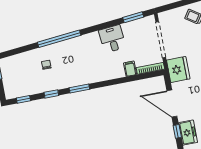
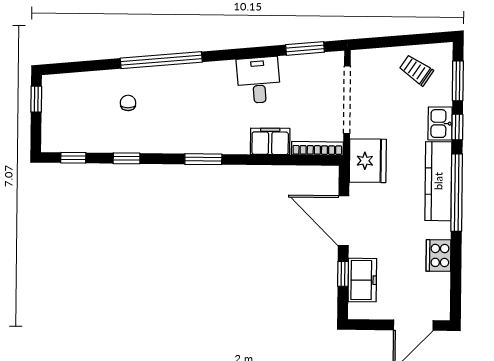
filing cabinet: (130, 69) -> (270, 141), width x2.00
window: (79, 89) -> (203, 159), moved

